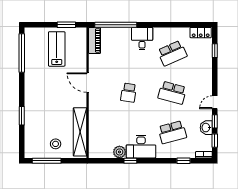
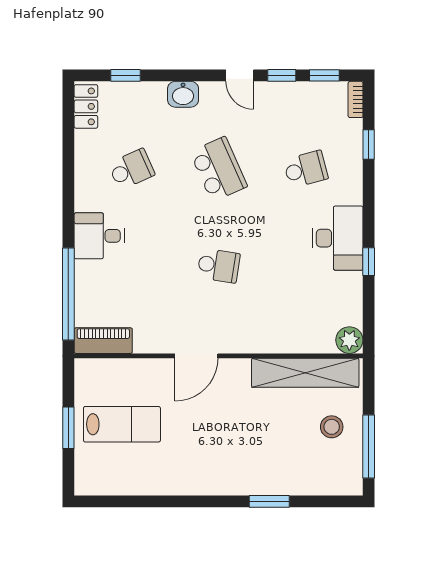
window: (66, 25) -> (68, 428), moved
lab bench: (57, 49) -> (122, 424), turned 180
window: (22, 53) -> (131, 501), removed
school desk: (172, 53) -> (131, 169), width x0.54
school desk: (172, 93) -> (219, 169), turned -39
washbasin: (206, 128) -> (183, 94), moved
school desk: (172, 132) -> (306, 169), width x0.54
plant: (119, 152) -> (349, 340), moved

